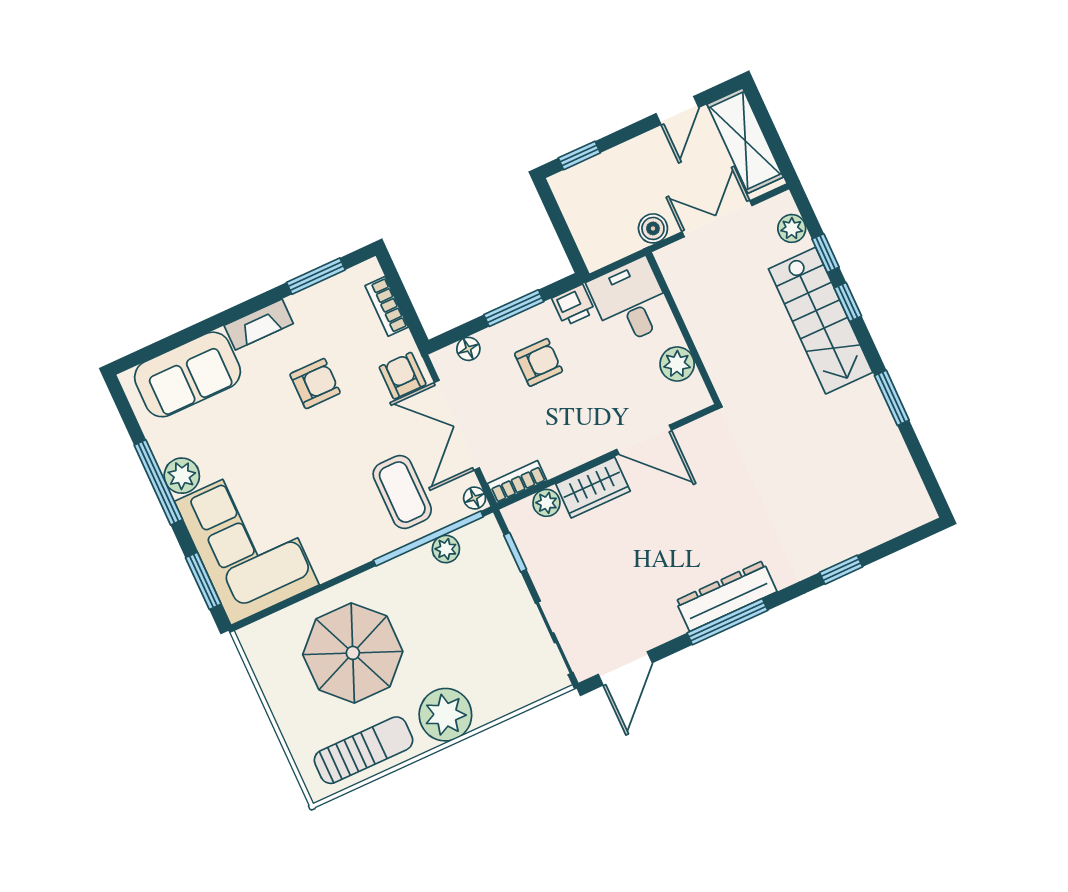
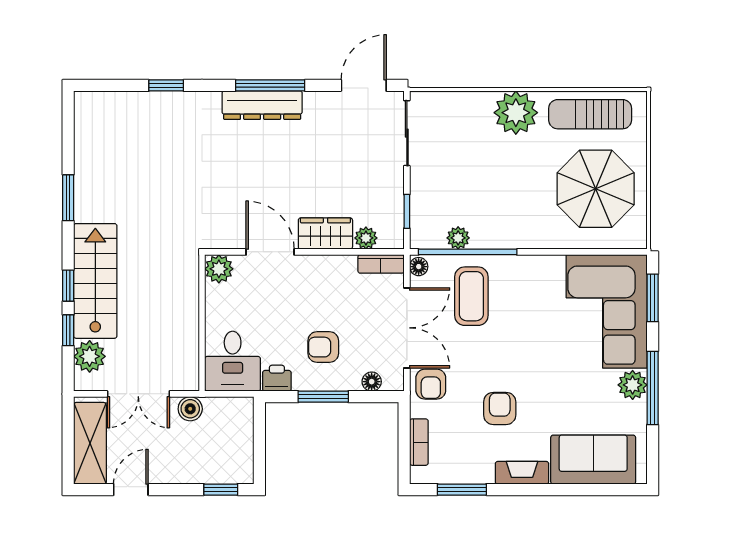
plant: (792, 228) -> (90, 356), width x1.38, depth x1.38
plant: (677, 364) -> (219, 269), moved
armchair: (315, 384) -> (500, 408), turned 90
parasol: (353, 653) -> (596, 189), moved

